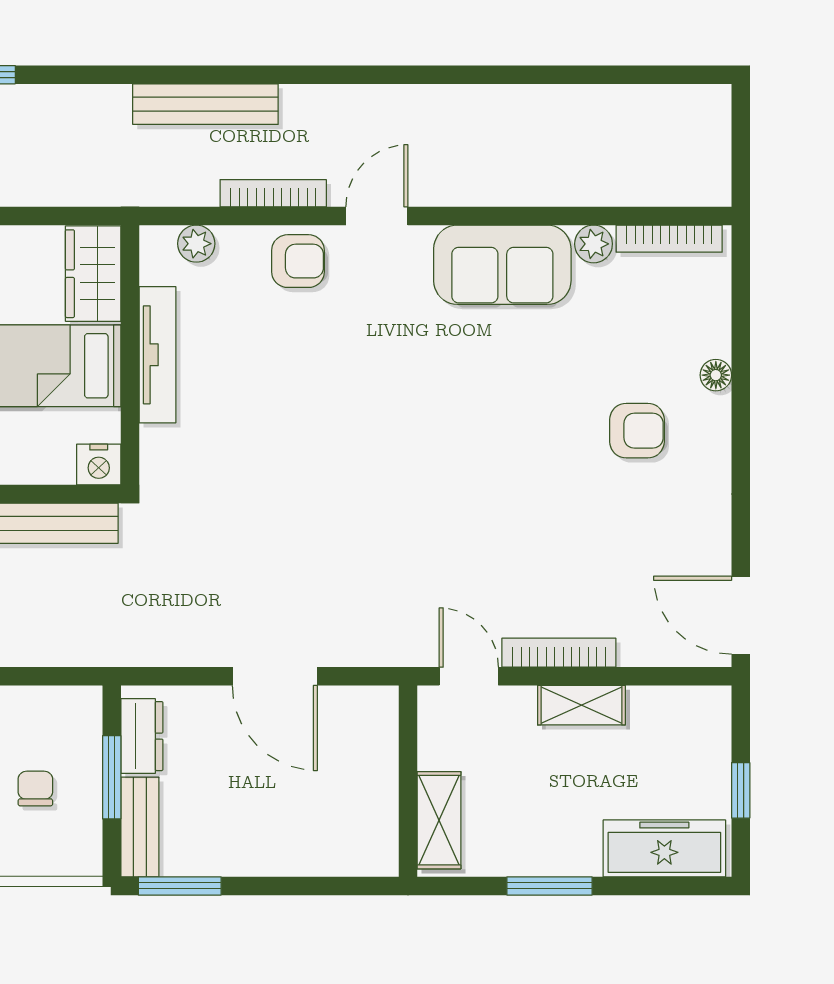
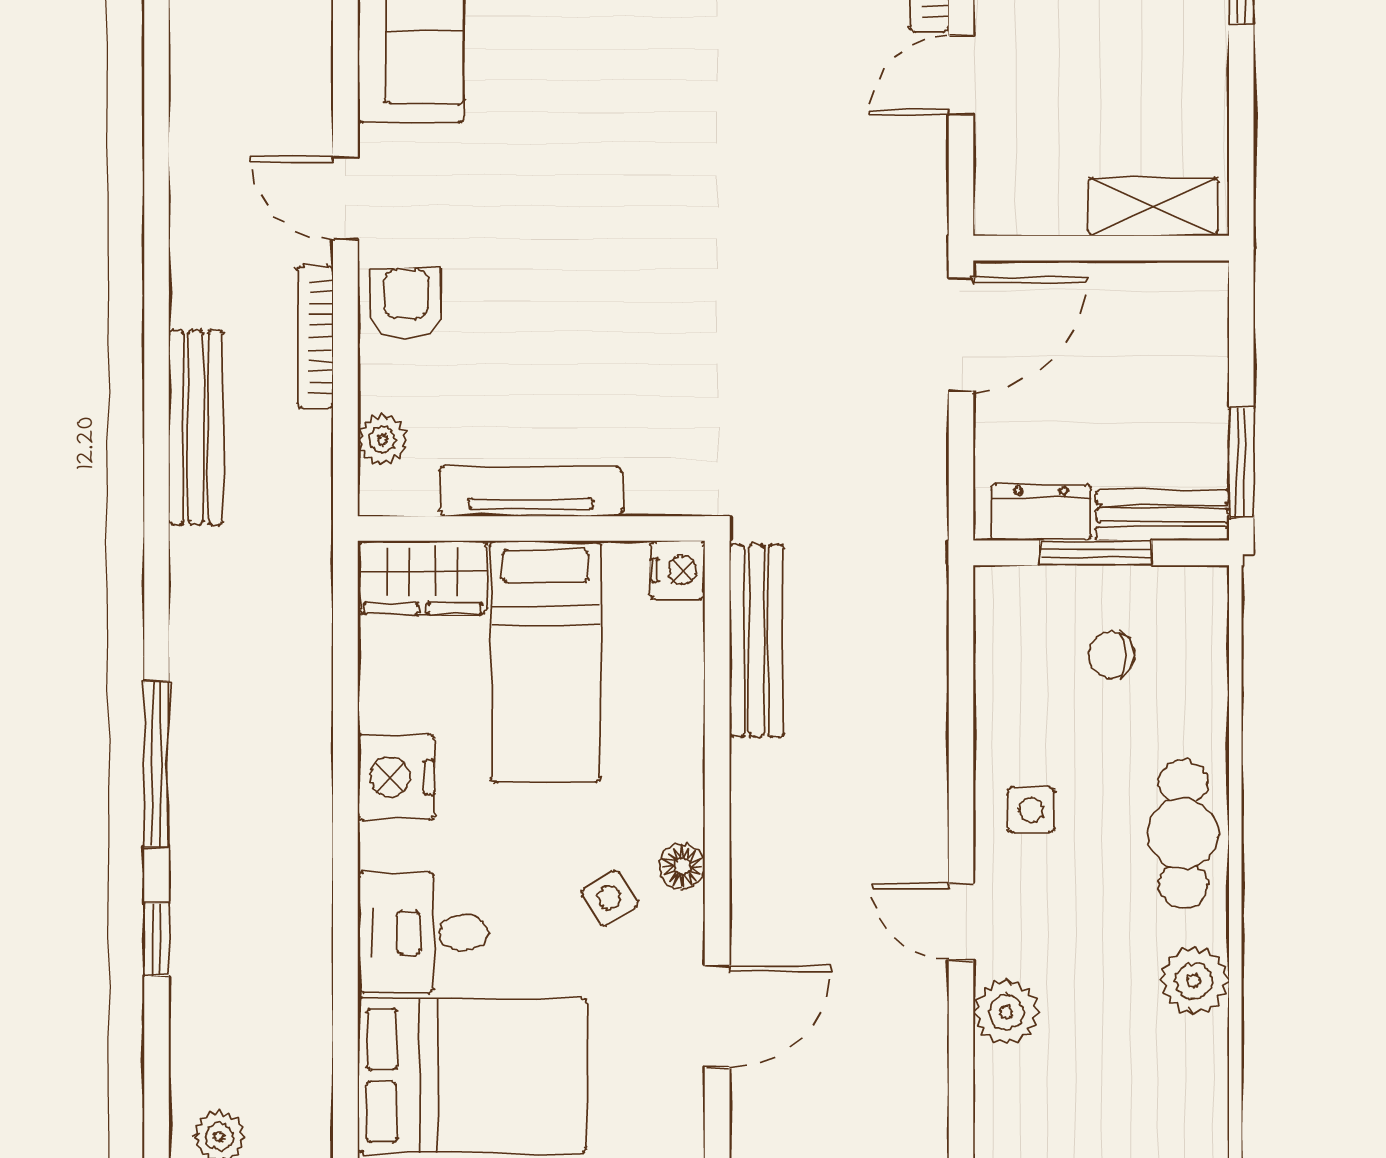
wall: (408, 781) -> (1101, 248), moved
shelving: (439, 820) -> (1153, 207), moved

